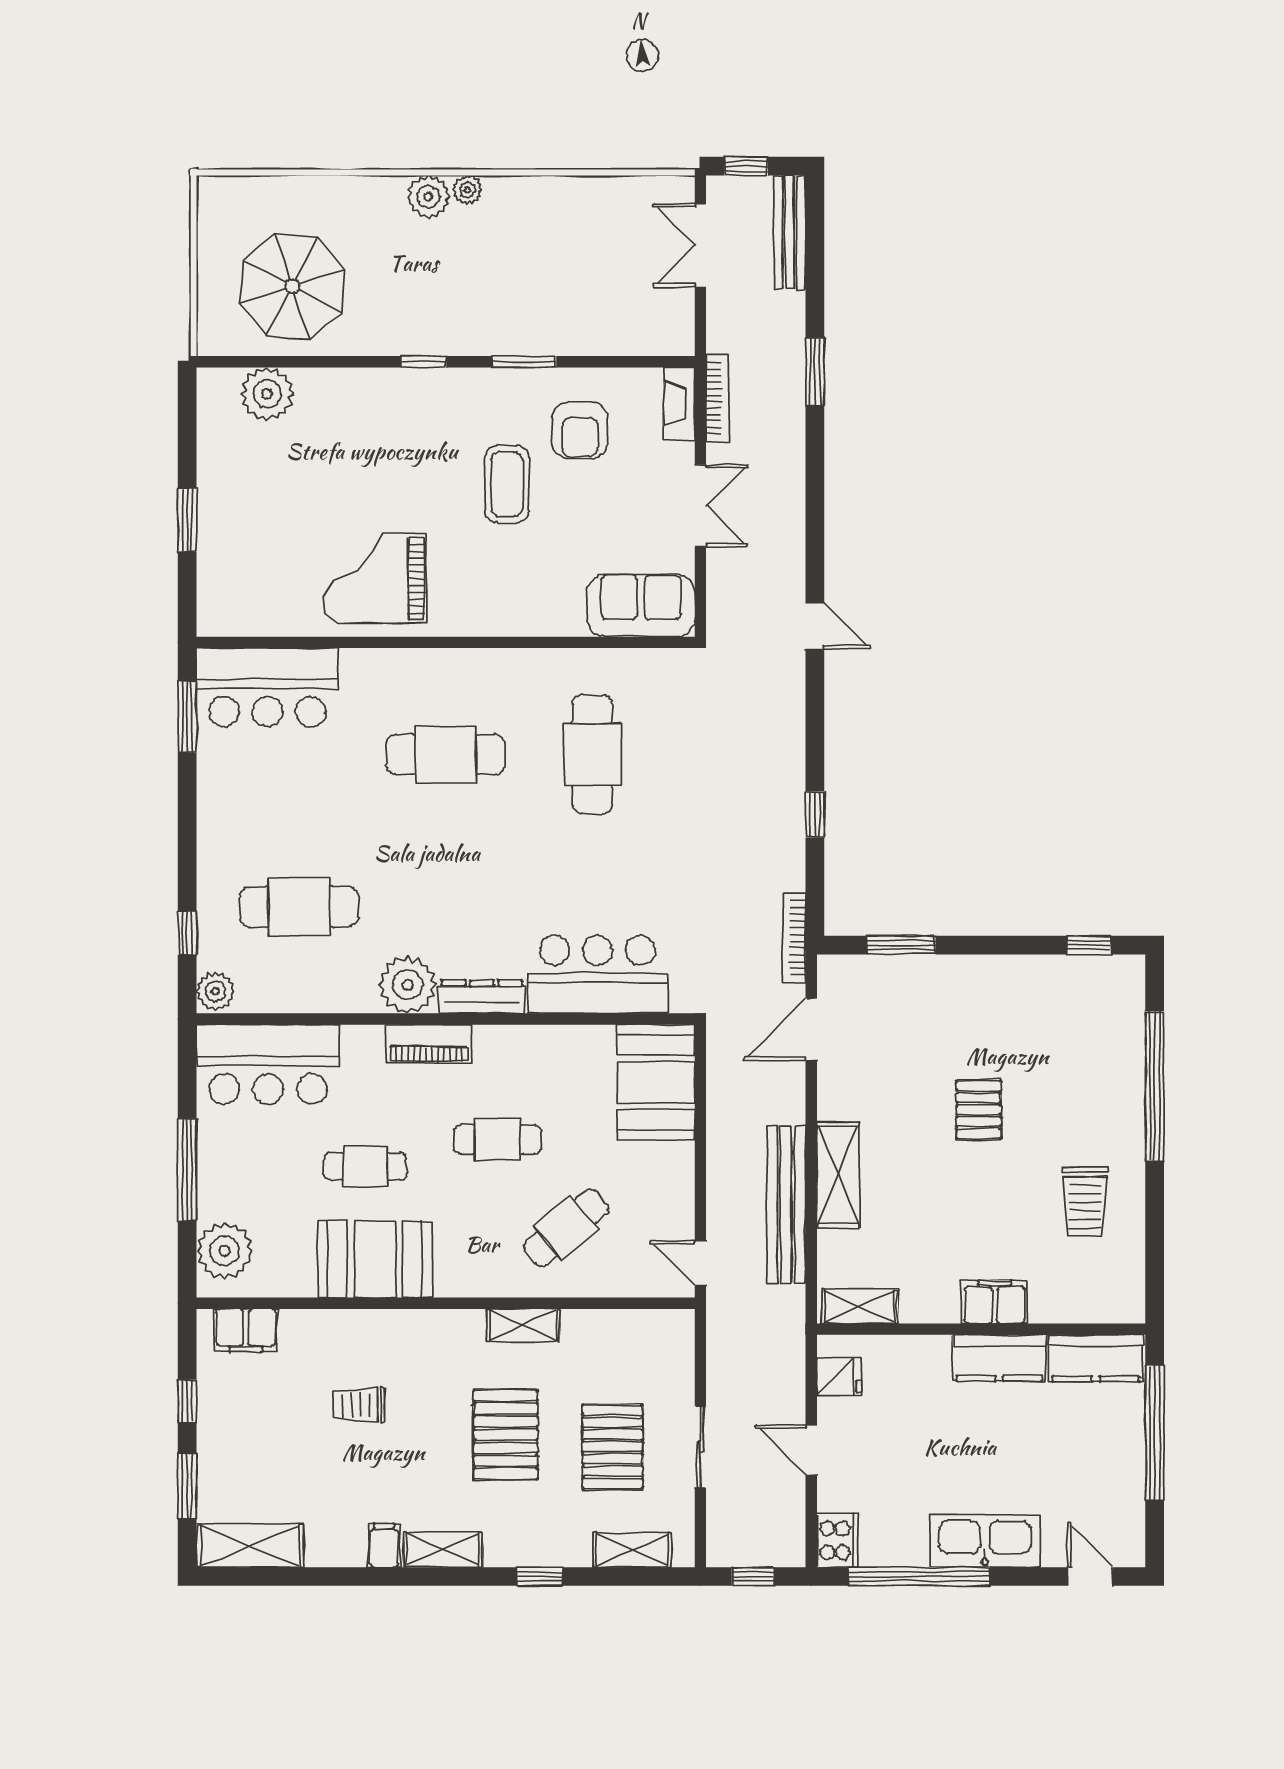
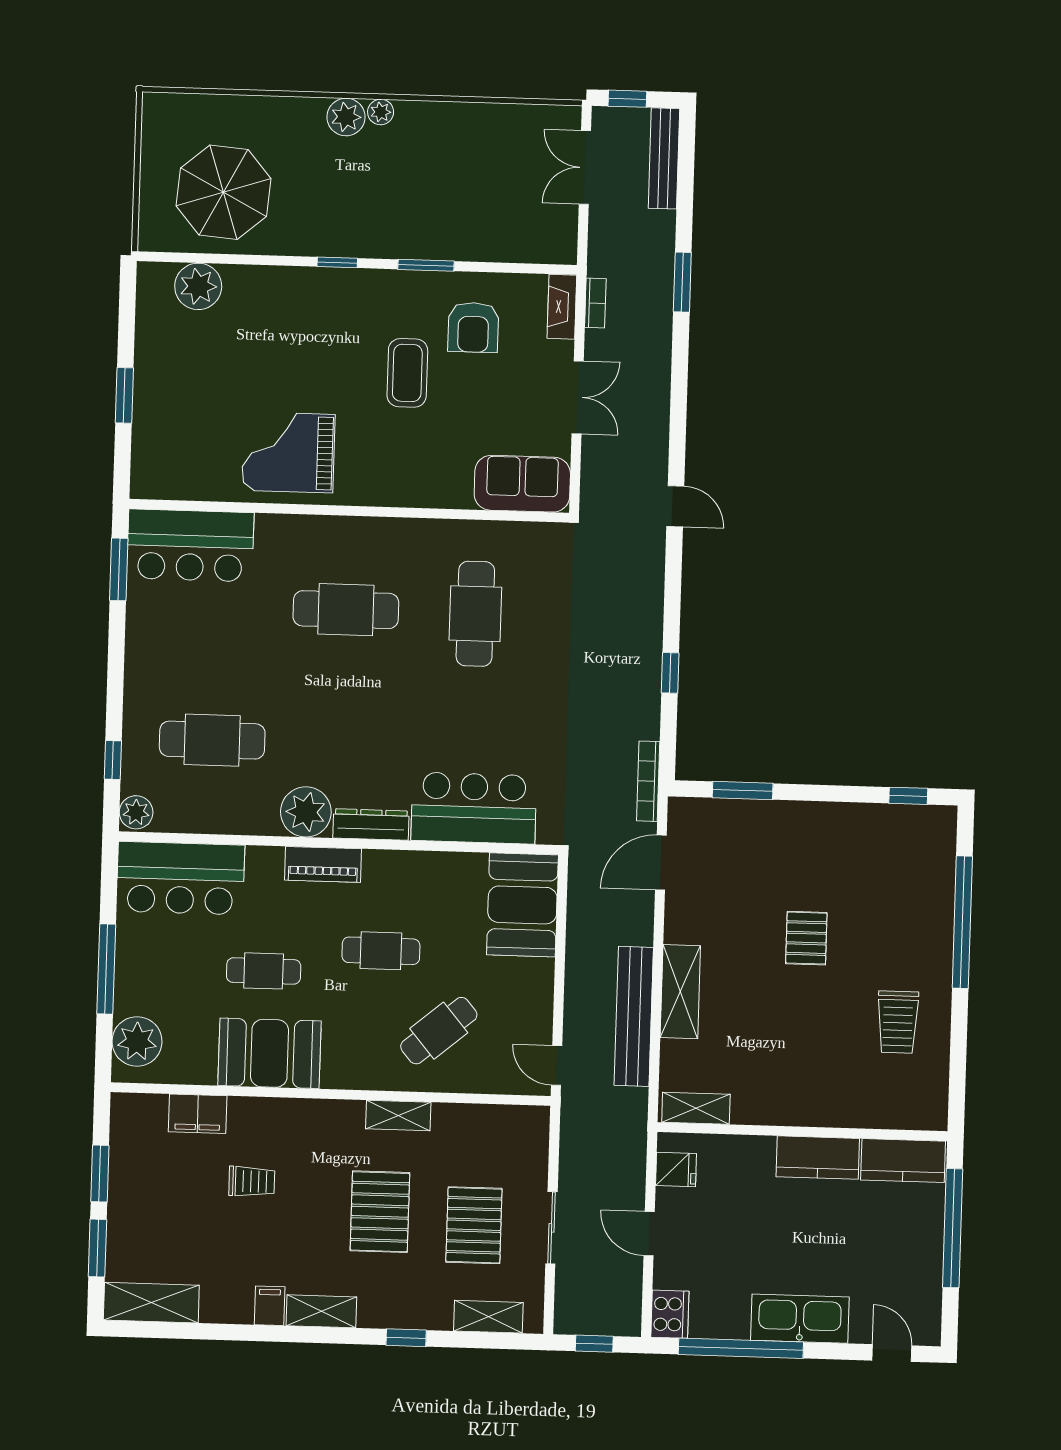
bookcase: (717, 398) -> (595, 303), width x0.64
filing cabinet: (995, 1302) -> (815, 1108), removed
filing cabinet: (246, 1330) -> (198, 1114), moved
window: (187, 1401) -> (100, 1173), width x1.50
trolley: (359, 1405) -> (252, 1181), turned 180

